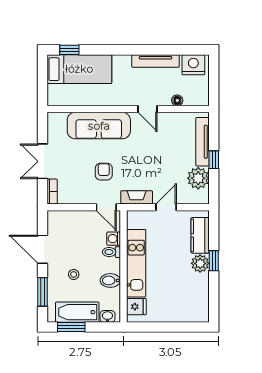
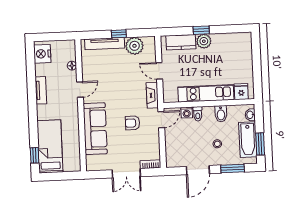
tv unit: (156, 61) -> (41, 90), width x0.71

